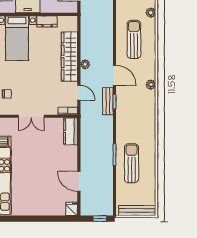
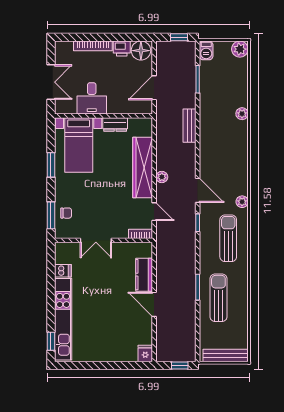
sun lounger: (134, 39) -> (228, 238), moved
bench: (108, 101) -> (190, 126), moved
kitchen counter: (71, 131) -> (144, 275), moved
door: (79, 181) -> (154, 304), moved

